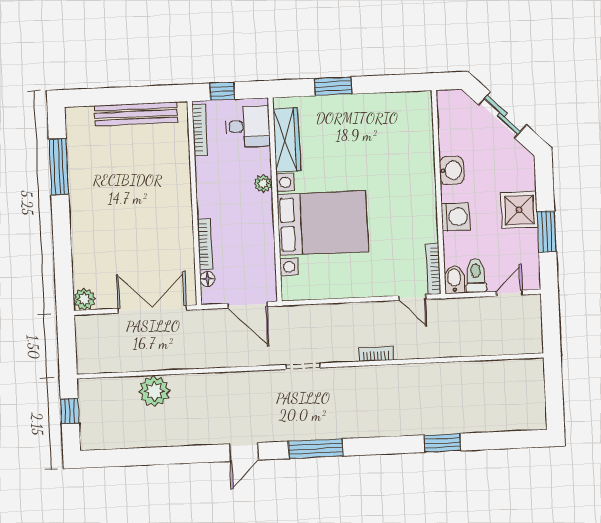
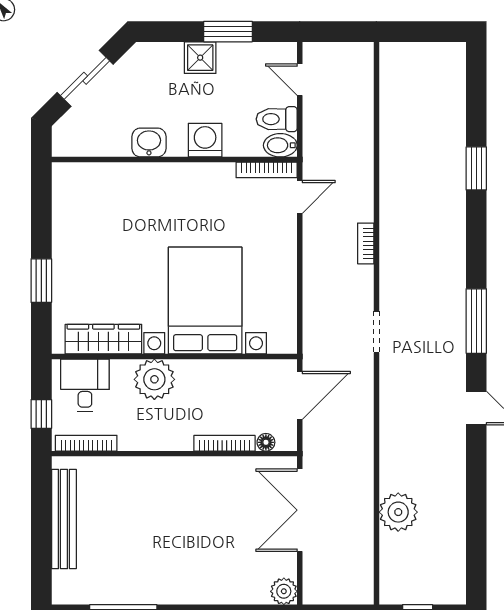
plant: (263, 183) -> (154, 379), width x1.88, depth x1.88
shower: (519, 210) -> (200, 58), width x0.73, depth x0.73

